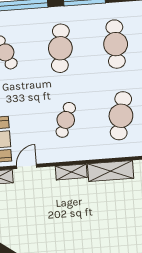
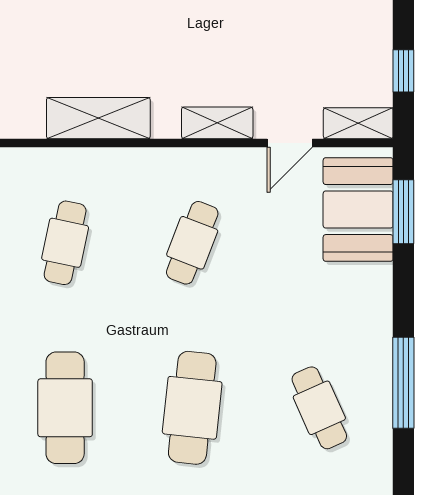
cafe table: (121, 116) -> (65, 243), width x0.73, depth x0.74
shelving: (71, 172) -> (217, 123), moved

